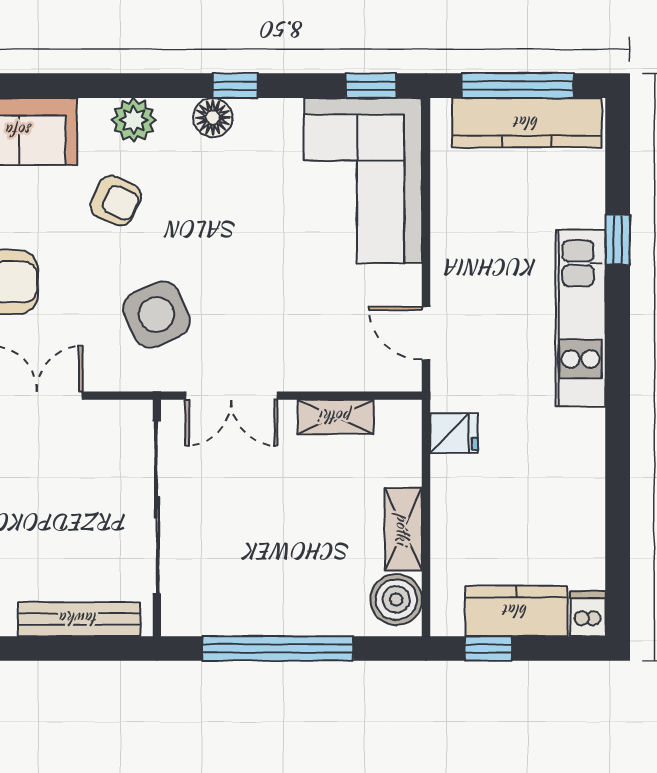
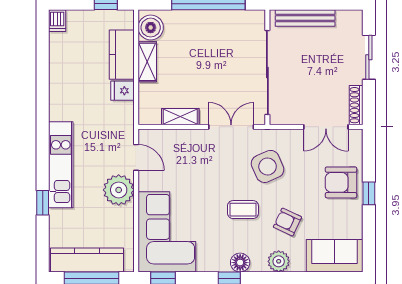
coffee table: (207, 226) -> (243, 210), added
plant: (462, 266) -> (119, 190), added
fridge: (454, 433) -> (123, 91), moved
kitchen counter: (516, 611) -> (122, 55), moved, turned 90

